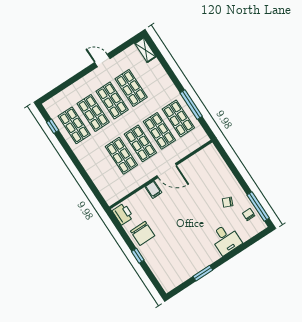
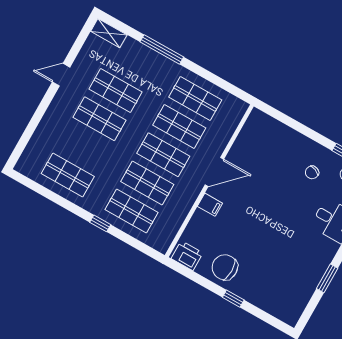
window: (191, 105) -> (162, 49), moved
shop shelf: (93, 113) -> (131, 211), moved
window: (53, 126) -> (100, 223), moved
chair: (143, 233) -> (225, 267), turned 180

